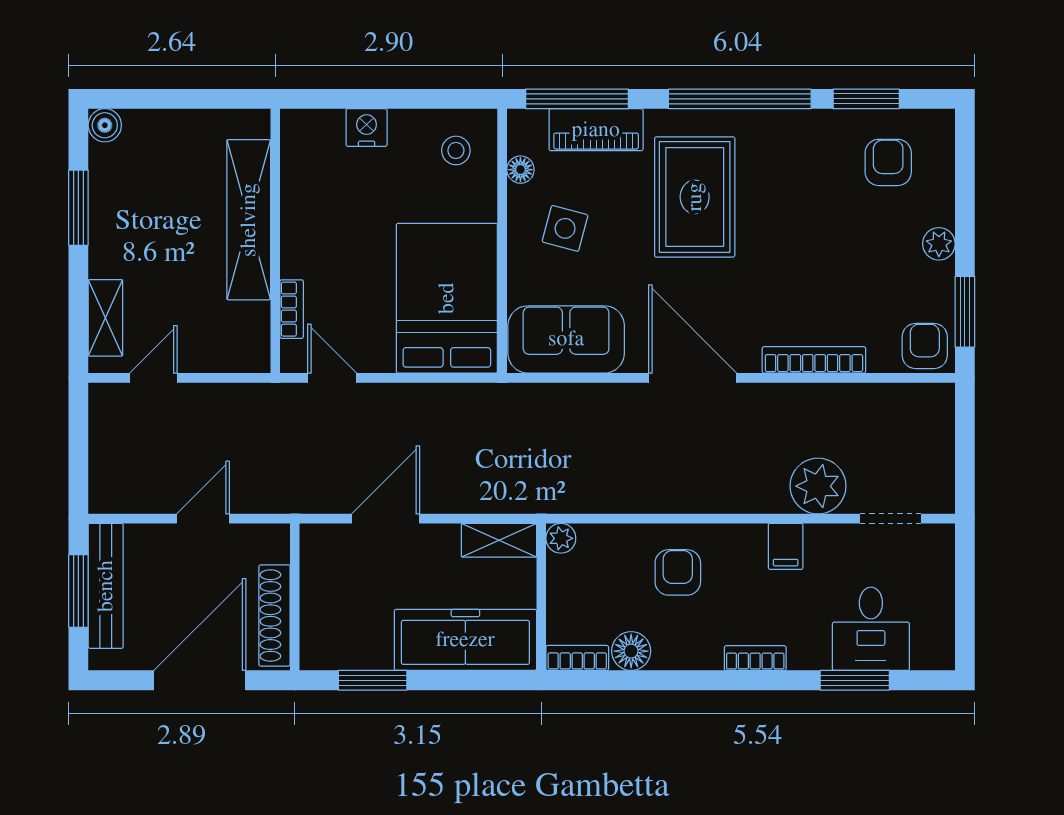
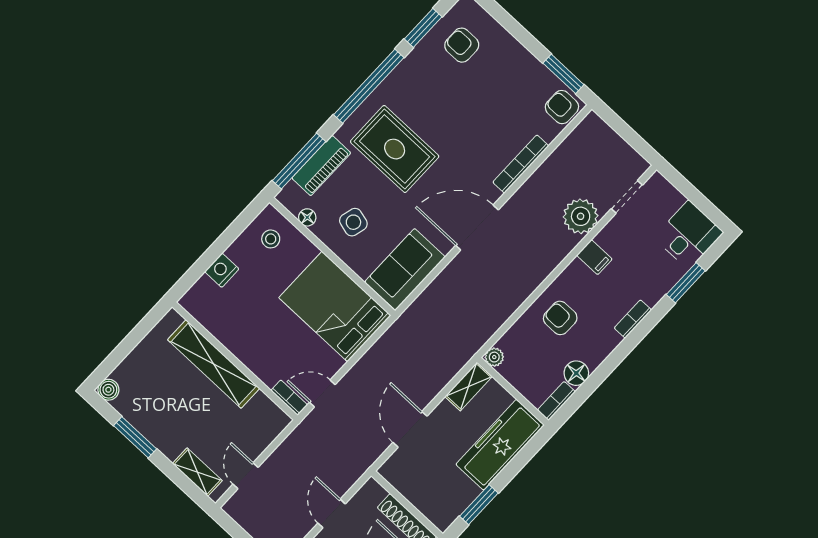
plant: (939, 244) -> (521, 57), removed
bookcase: (292, 309) -> (289, 398), moved
desk: (871, 629) -> (689, 235), moved, turned -90

